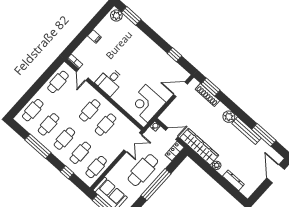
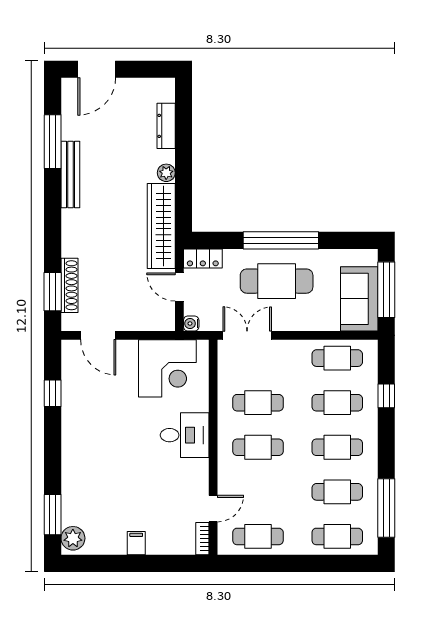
desk: (110, 81) -> (185, 435), moved
plant: (229, 117) -> (73, 222), removed
window: (38, 146) -> (386, 508), moved

